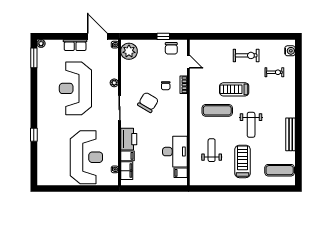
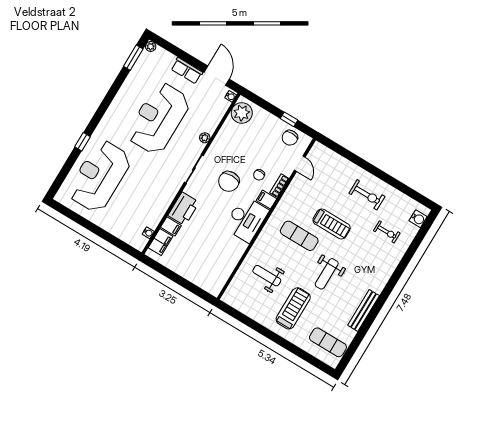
treadmill: (234, 89) -> (332, 224), turned 180
chair: (148, 102) -> (229, 181), turned 149
weight bench: (212, 150) -> (267, 276), turned -90
desk: (175, 152) -> (246, 219), moved
reception desk: (86, 157) -> (99, 176), moved, turned 180
filing cabinet: (181, 173) -> (266, 200), moved

